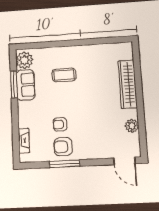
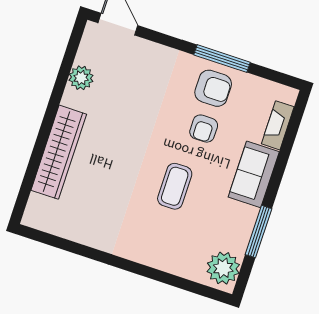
coffee table: (64, 75) -> (175, 186), moved, turned 90
sofa: (26, 85) -> (254, 174), moved
armchair: (60, 124) -> (204, 129), turned 90

